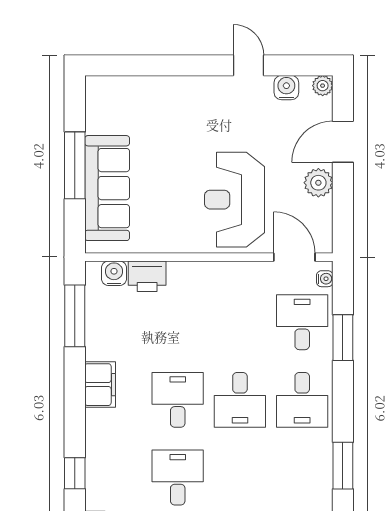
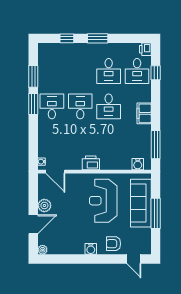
door: (248, 65) -> (134, 259), moved
water cooler: (286, 88) -> (91, 249), moved
armchair: (167, 99) -> (113, 244), added
reception desk: (234, 200) -> (103, 201), moved, turned 180
printer: (147, 276) -> (91, 163), moved
desk: (302, 322) -> (137, 71), moved
window: (343, 338) -> (33, 104), moved

